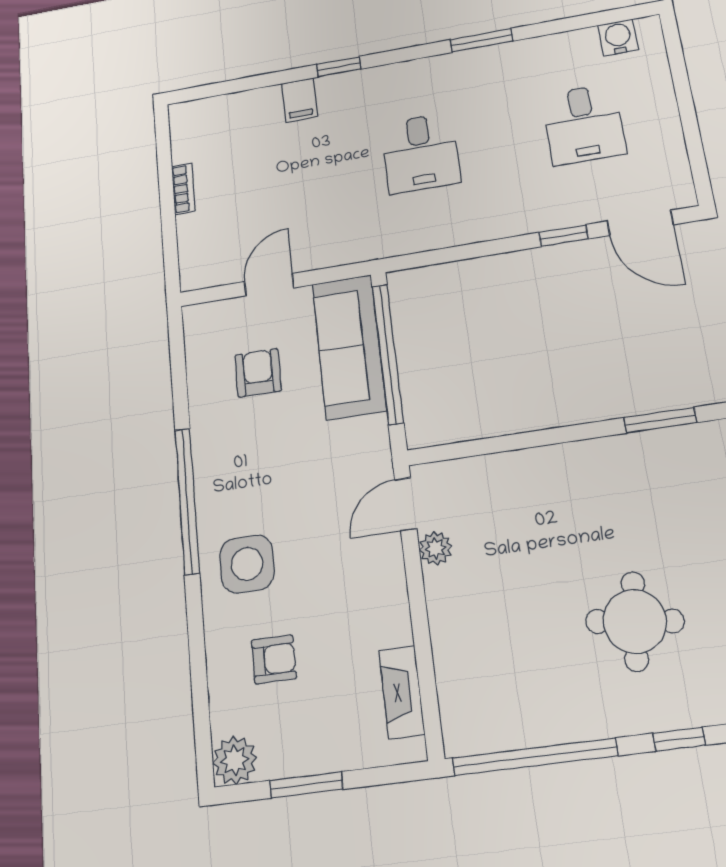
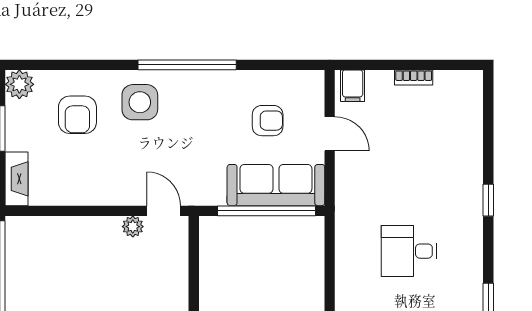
filing cabinet: (300, 100) -> (353, 86), moved, turned -90
armchair: (274, 659) -> (77, 115), width x1.38, depth x1.38
fireplace: (402, 692) -> (17, 179), moved, turned 90

